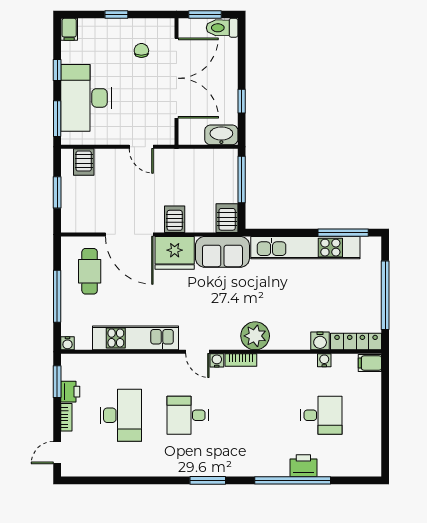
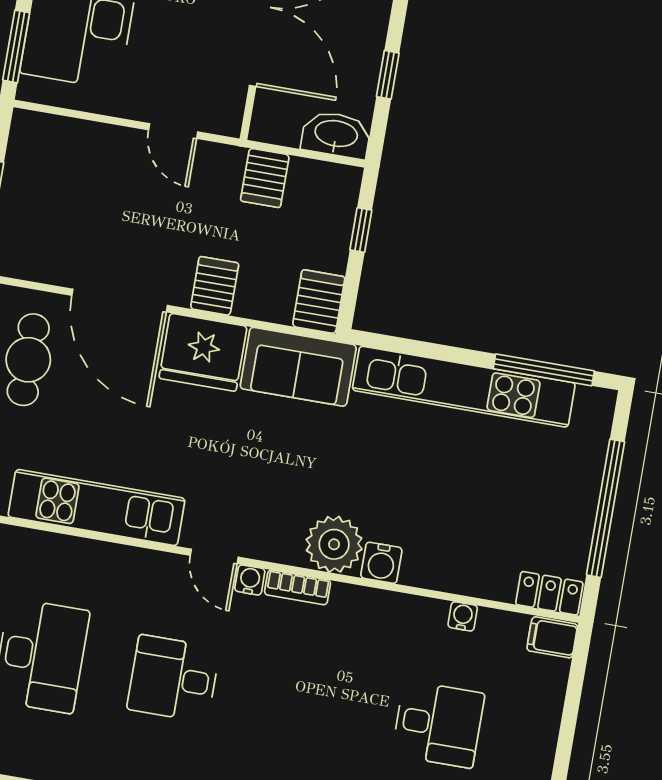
server rack: (84, 162) -> (265, 178), moved
window: (242, 180) -> (361, 230), width x0.46
water cooler: (320, 341) -> (381, 563), moved
locker: (356, 342) -> (549, 593), width x0.66

